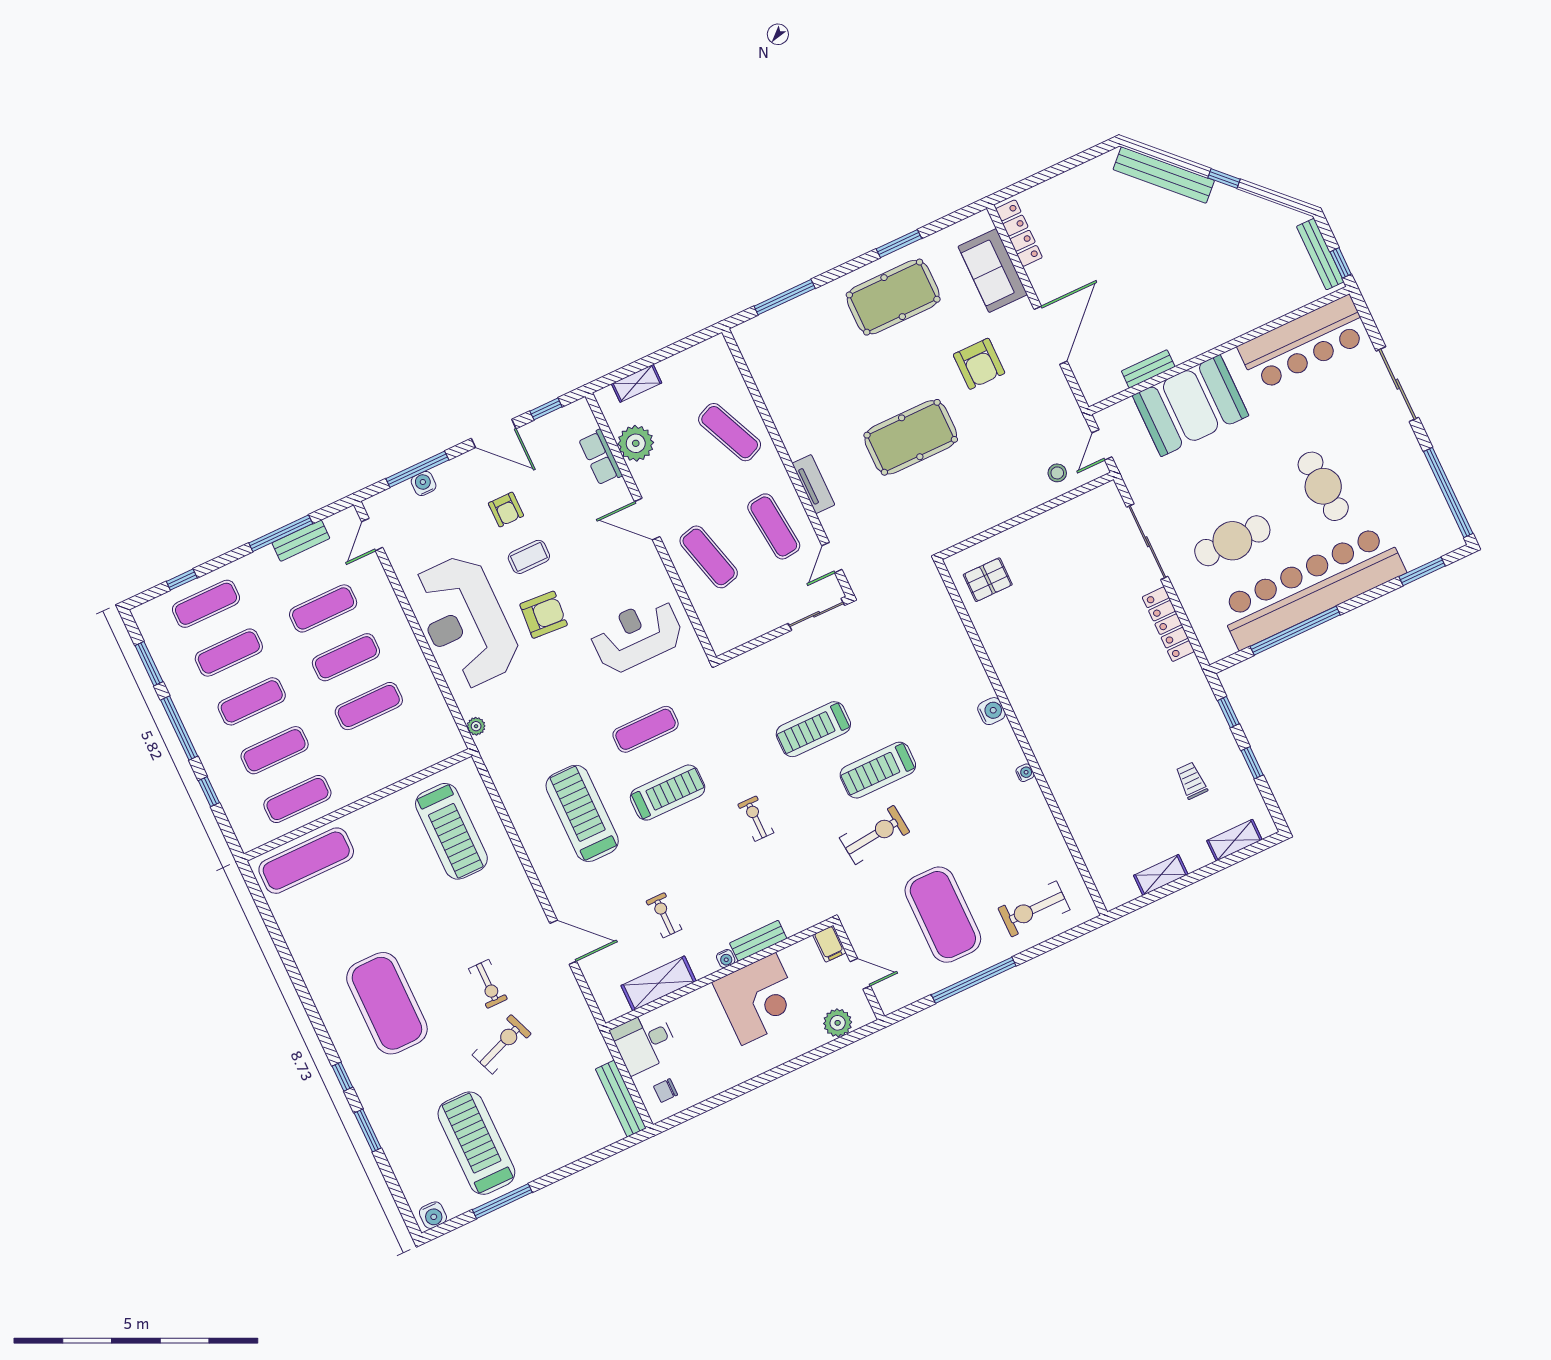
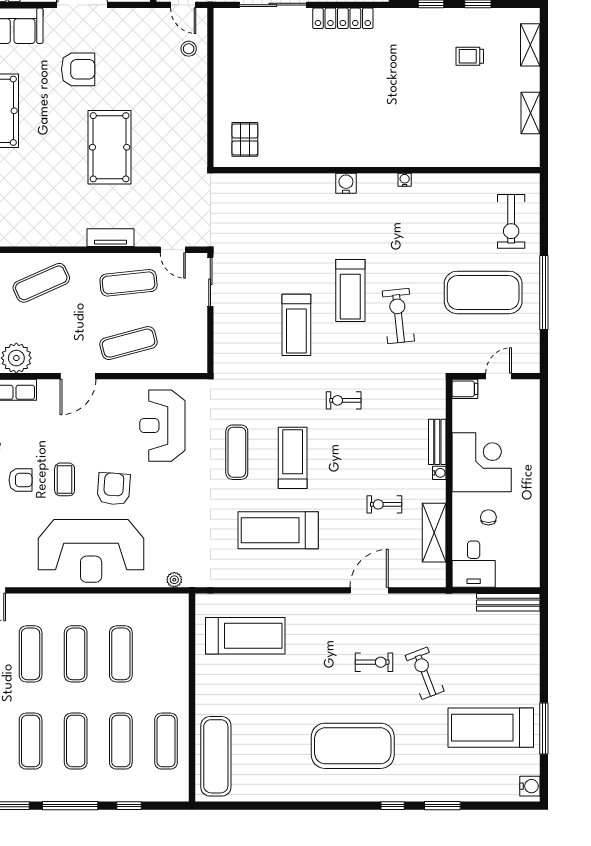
plant: (838, 1023) -> (528, 411), removed
chair: (666, 1091) -> (488, 517), moved, turned 180

